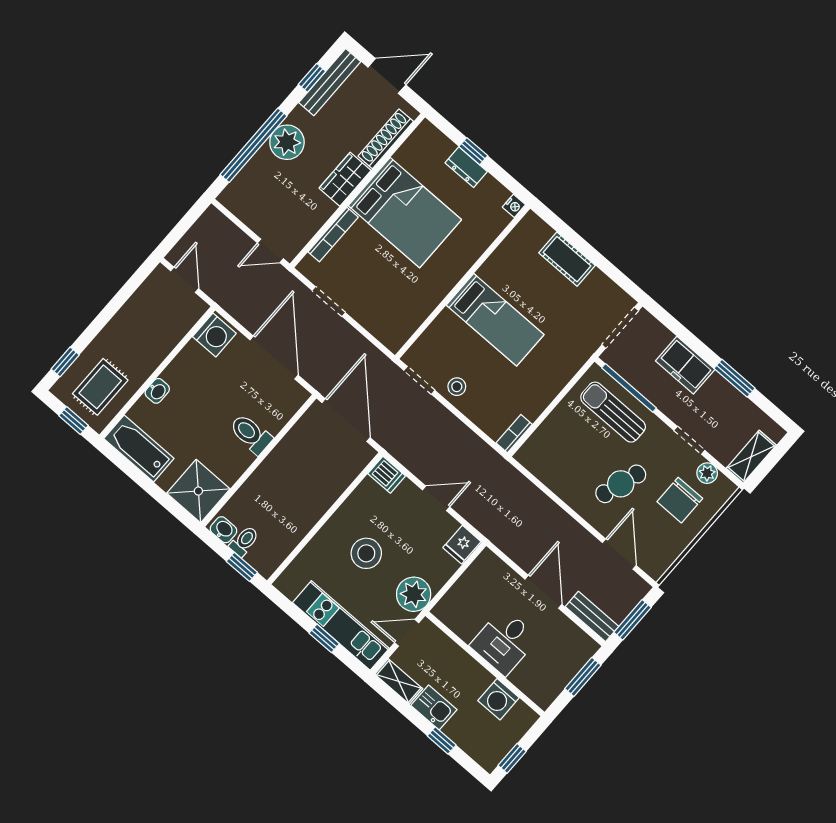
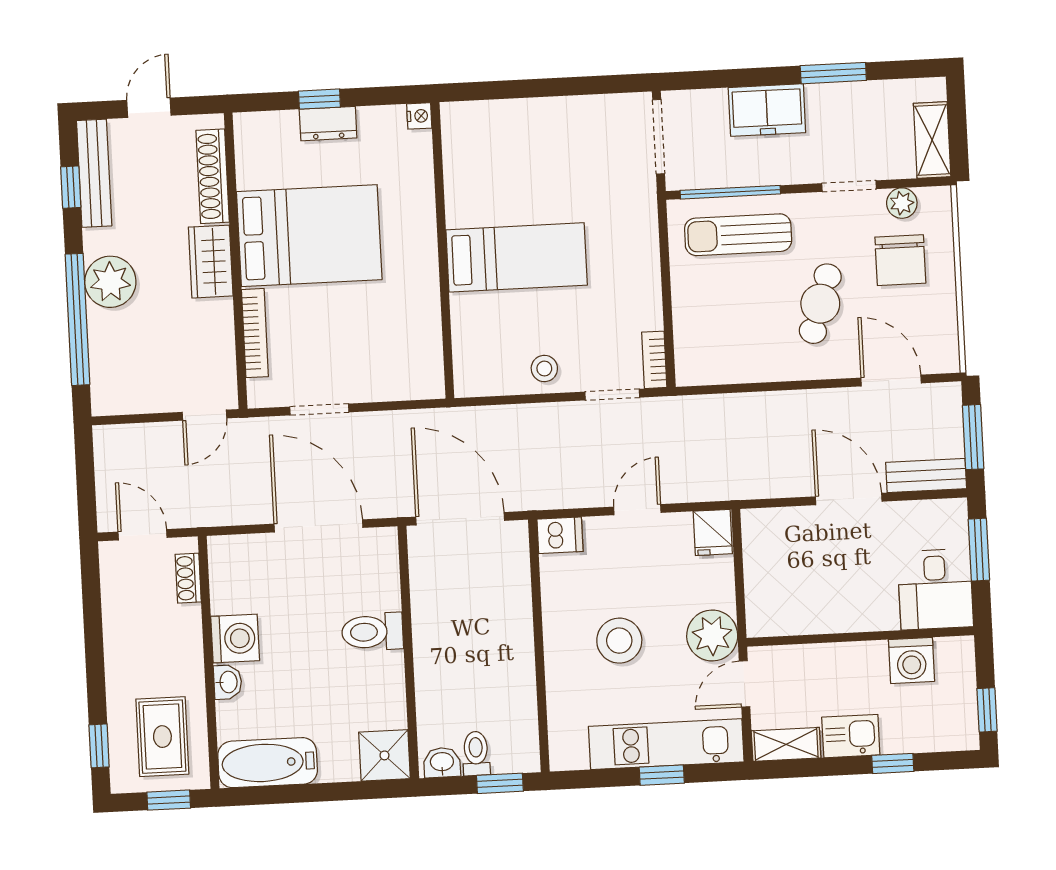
door: (387, 76) -> (149, 108), width x0.73
cot: (567, 259) -> (531, 118), removed
shoe rack: (187, 322) -> (188, 578), added
washing machine: (214, 335) -> (235, 639), moved
doorway: (419, 380) -> (612, 395), moved
shower: (198, 491) -> (384, 755), width x0.73, depth x0.73
desk: (504, 642) -> (935, 589), moved

